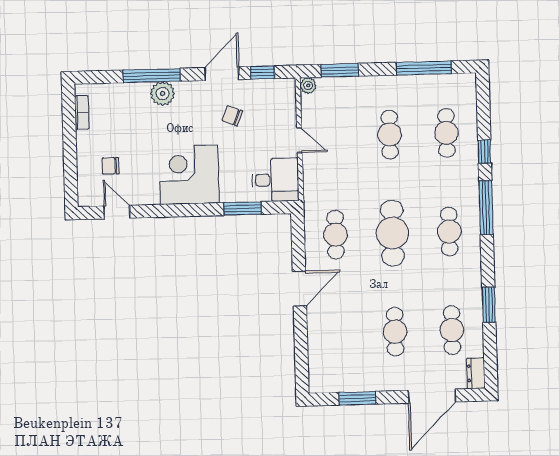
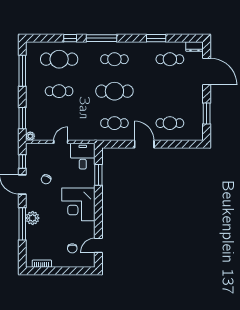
cafe table: (446, 133) -> (59, 59), width x1.37, depth x1.35
cafe table: (395, 332) -> (170, 123), moved

